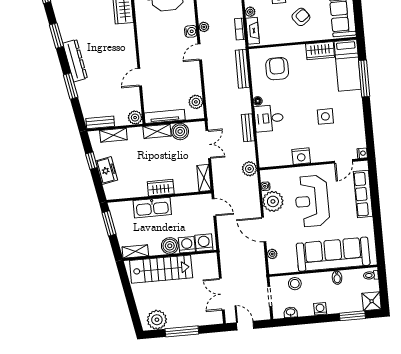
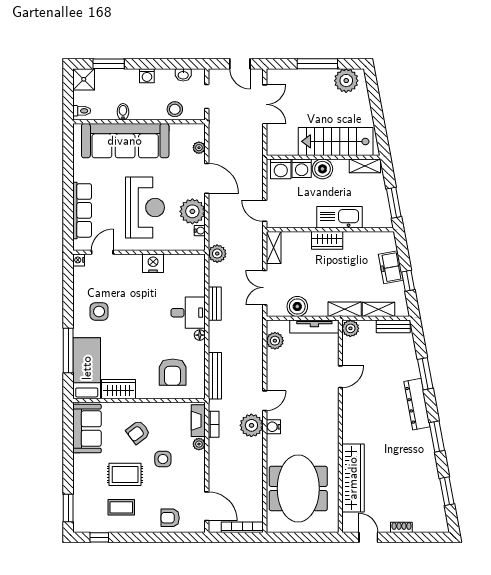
plant: (204, 27) -> (251, 425), width x1.88, depth x1.88
side table: (325, 116) -> (99, 312), moved
shelving: (157, 131) -> (345, 309), moved

